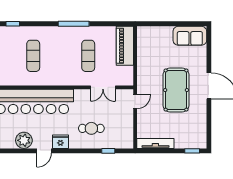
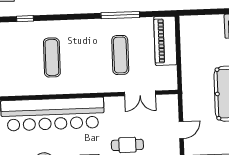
window: (74, 24) -> (120, 15), moved
door: (135, 102) -> (181, 130), moved

